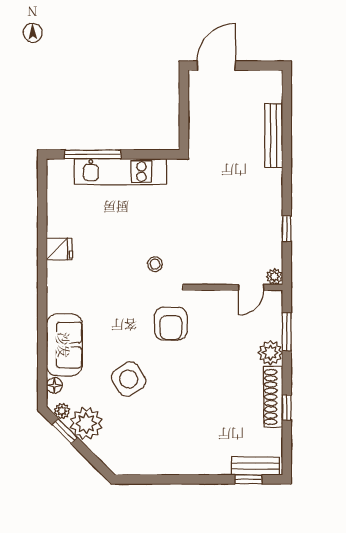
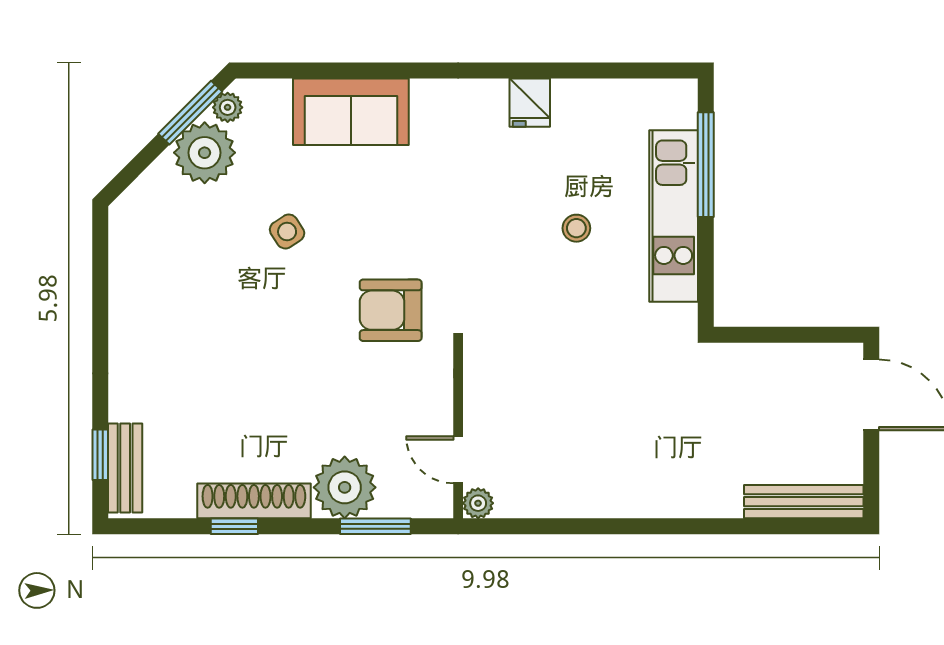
bench: (274, 135) -> (804, 502), moved
window: (287, 229) -> (568, 526), removed
stool: (155, 264) -> (576, 228), moved
plant: (270, 353) -> (345, 487), width x1.36, depth x1.36
side table: (129, 379) -> (287, 231), width x0.54, depth x0.54
floor lamp: (54, 385) -> (276, 93), removed
window: (65, 431) -> (190, 113), width x1.50

